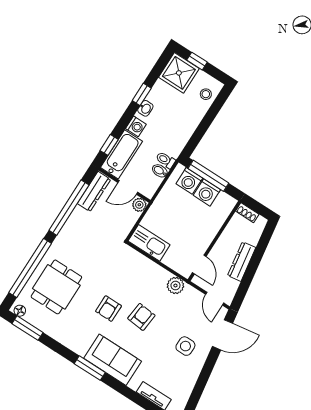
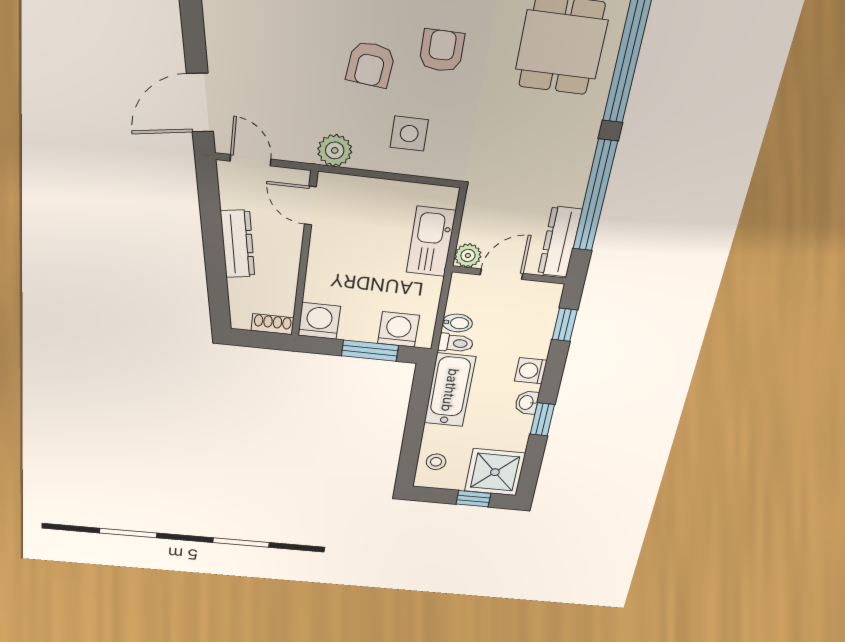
bathtub: (121, 154) -> (450, 390), moved, turned 180
window: (208, 176) -> (370, 351), width x0.69
washing machine: (207, 192) -> (319, 321), moved
kitchen sink: (149, 243) -> (431, 242), moved, turned 90
side table: (185, 346) -> (409, 134), moved

